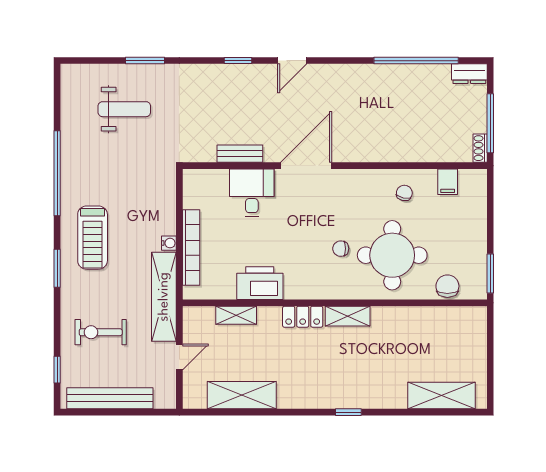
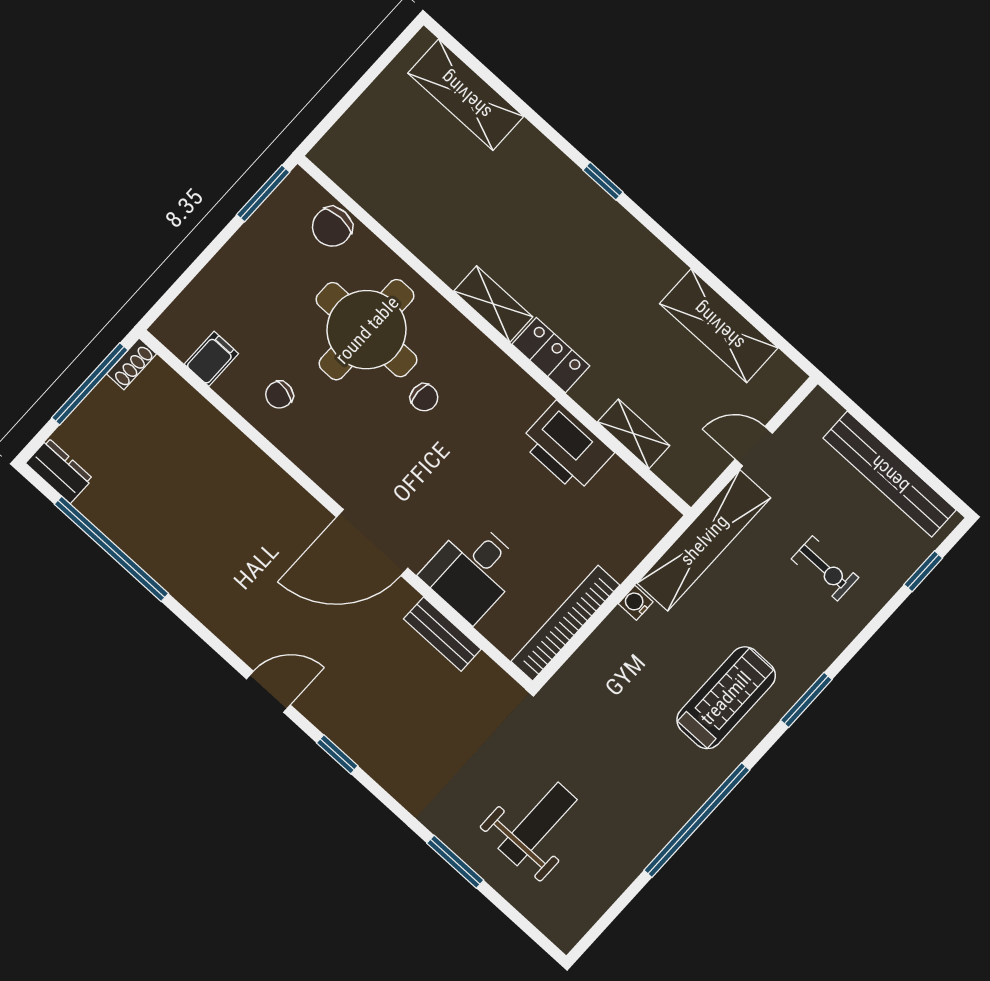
weight bench: (124, 109) -> (538, 824), turned 90
bookcase: (191, 248) -> (565, 623), moved
exercise bike: (101, 332) -> (825, 568), width x0.73, depth x0.72

